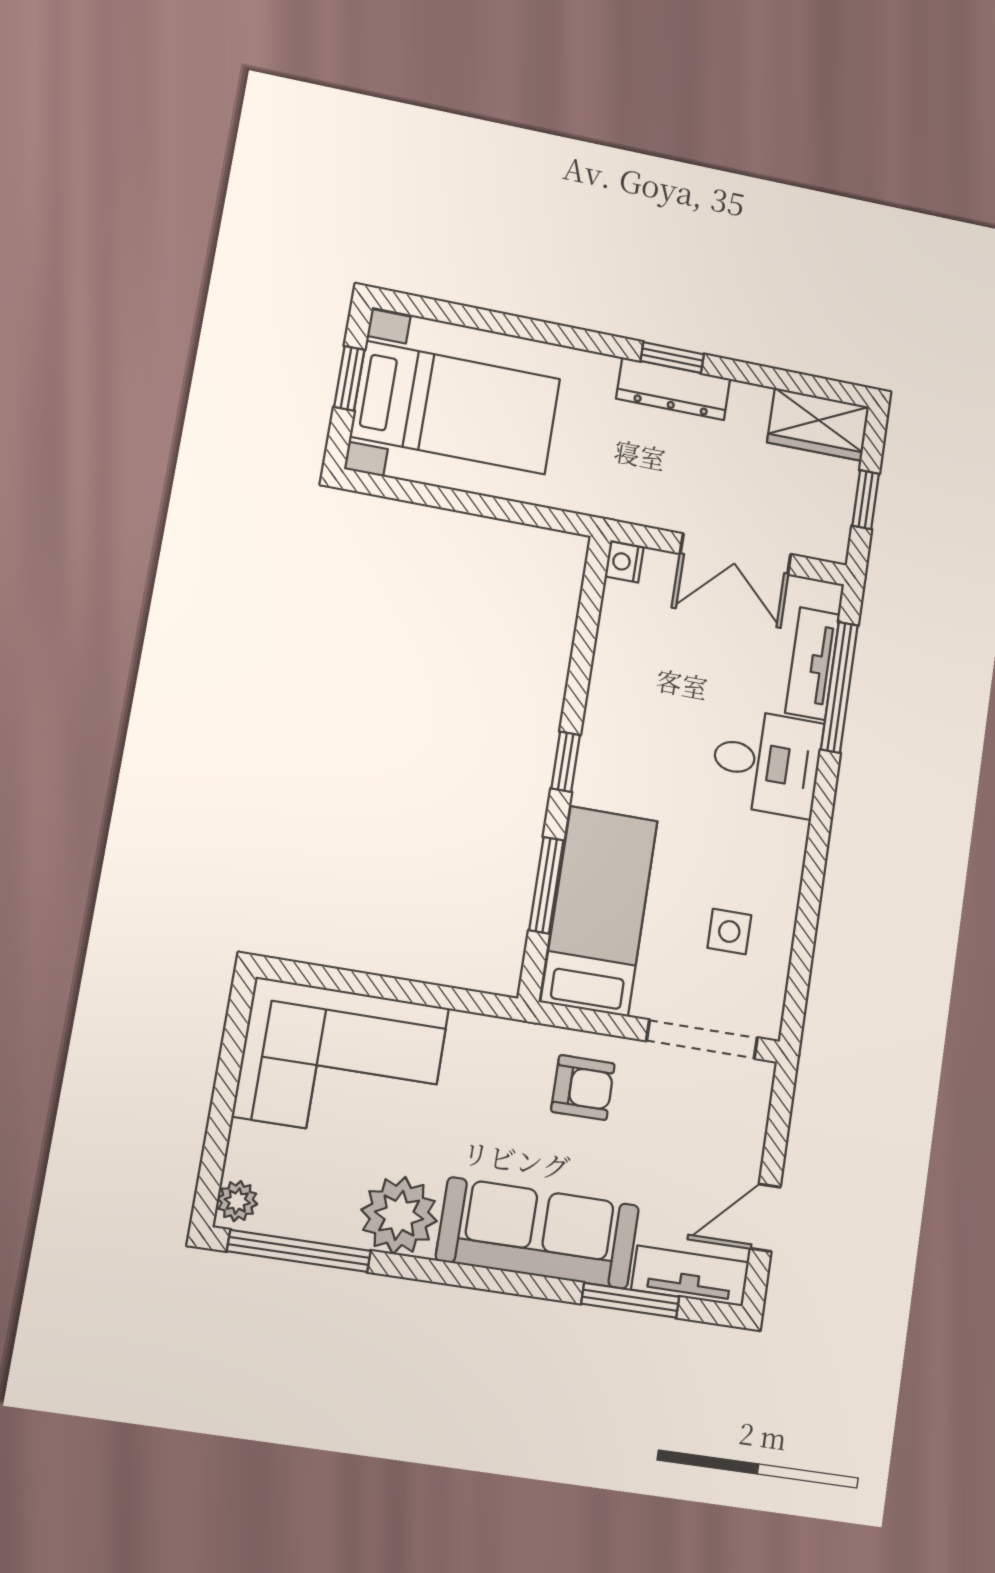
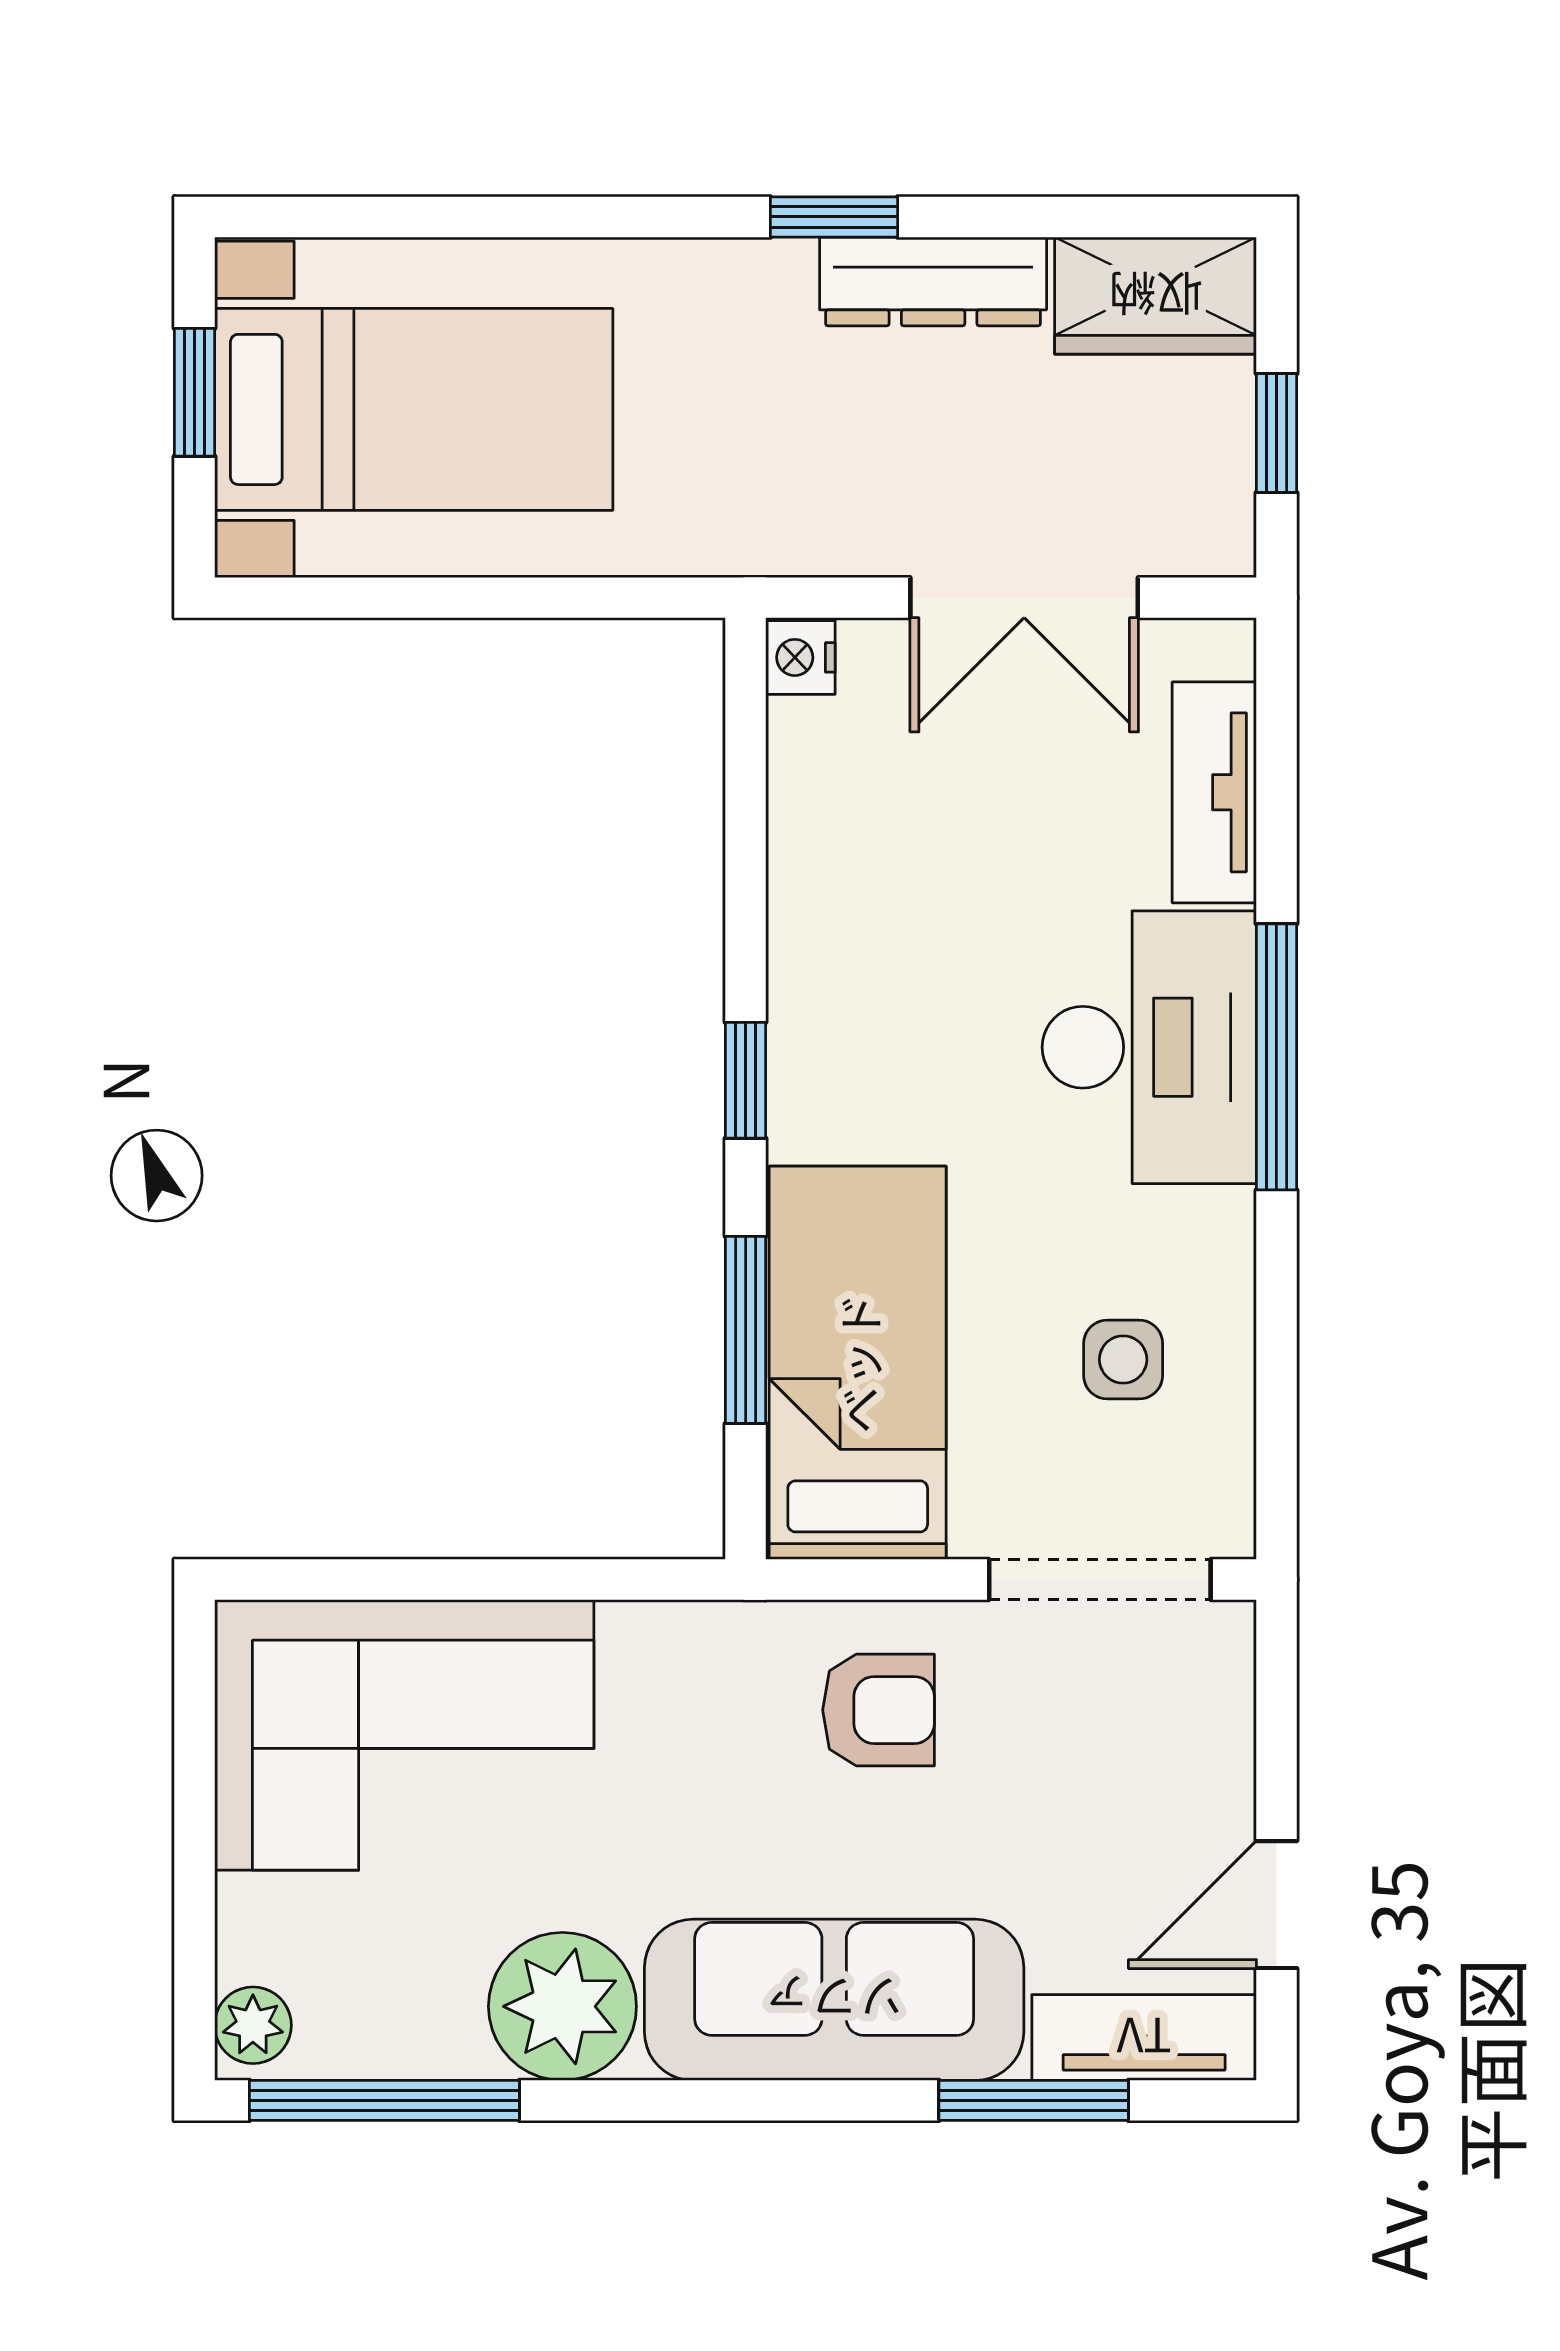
dresser: (673, 389) -> (933, 281), moved
window: (839, 687) -> (1276, 1057), moved
desk: (767, 763) -> (1149, 1047), width x1.37

